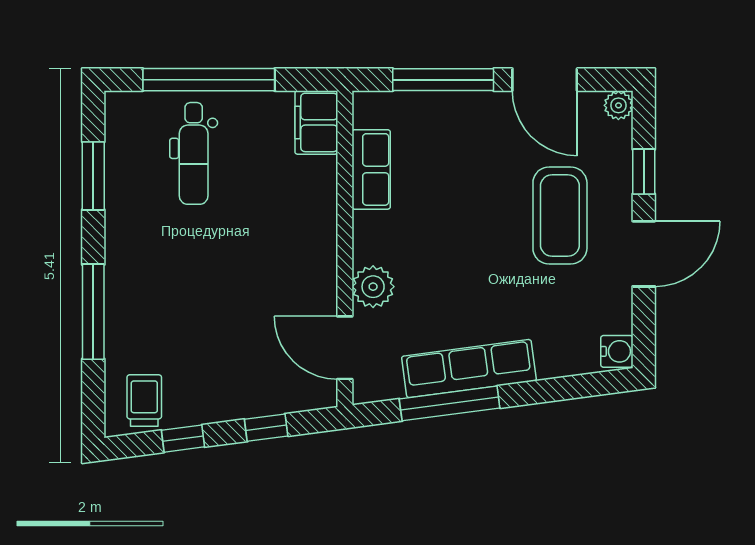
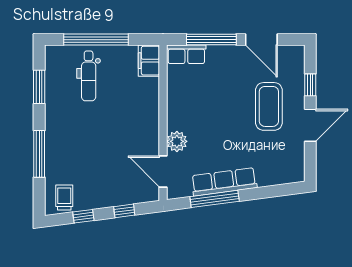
plant: (618, 105) -> (298, 52), removed
row of seats: (371, 169) -> (186, 54), moved, turned 90
water cooler: (617, 351) -> (297, 173), removed

